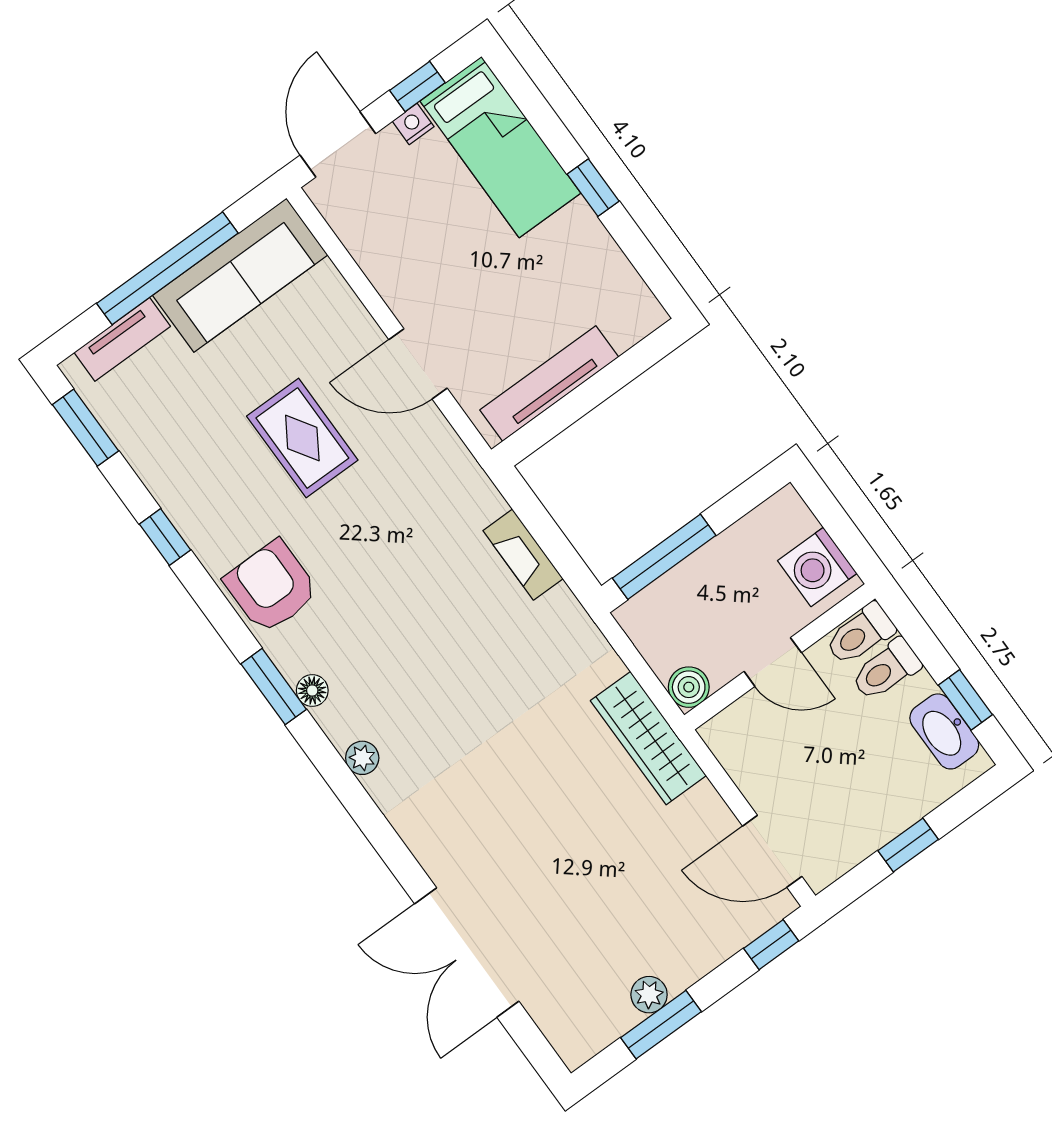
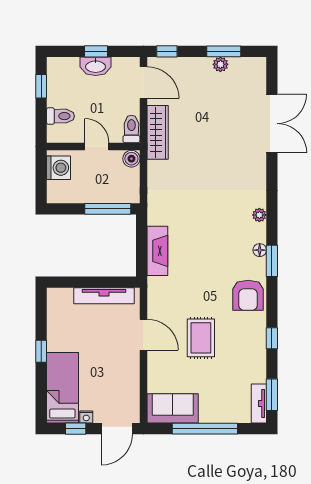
sofa: (240, 275) -> (173, 408), width x0.73
tv unit: (122, 339) -> (259, 403), moved, turned -90
fireplace: (523, 555) -> (157, 251), width x1.37, depth x1.32
toilet: (860, 634) -> (131, 129), moved, turned -90
washbasin: (944, 731) -> (96, 66), moved, turned 90
wardrobe: (648, 738) -> (158, 132), moved

